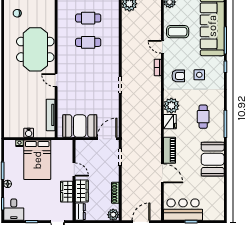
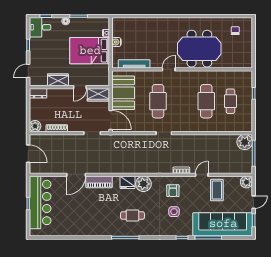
cafe table: (88, 42) -> (206, 101), width x1.37, depth x1.35
cafe table: (88, 91) -> (158, 101), added
booth: (213, 159) -> (90, 225), removed
wardrobe: (82, 191) -> (98, 95), moved
bar counter: (183, 210) -> (40, 202), width x1.36

